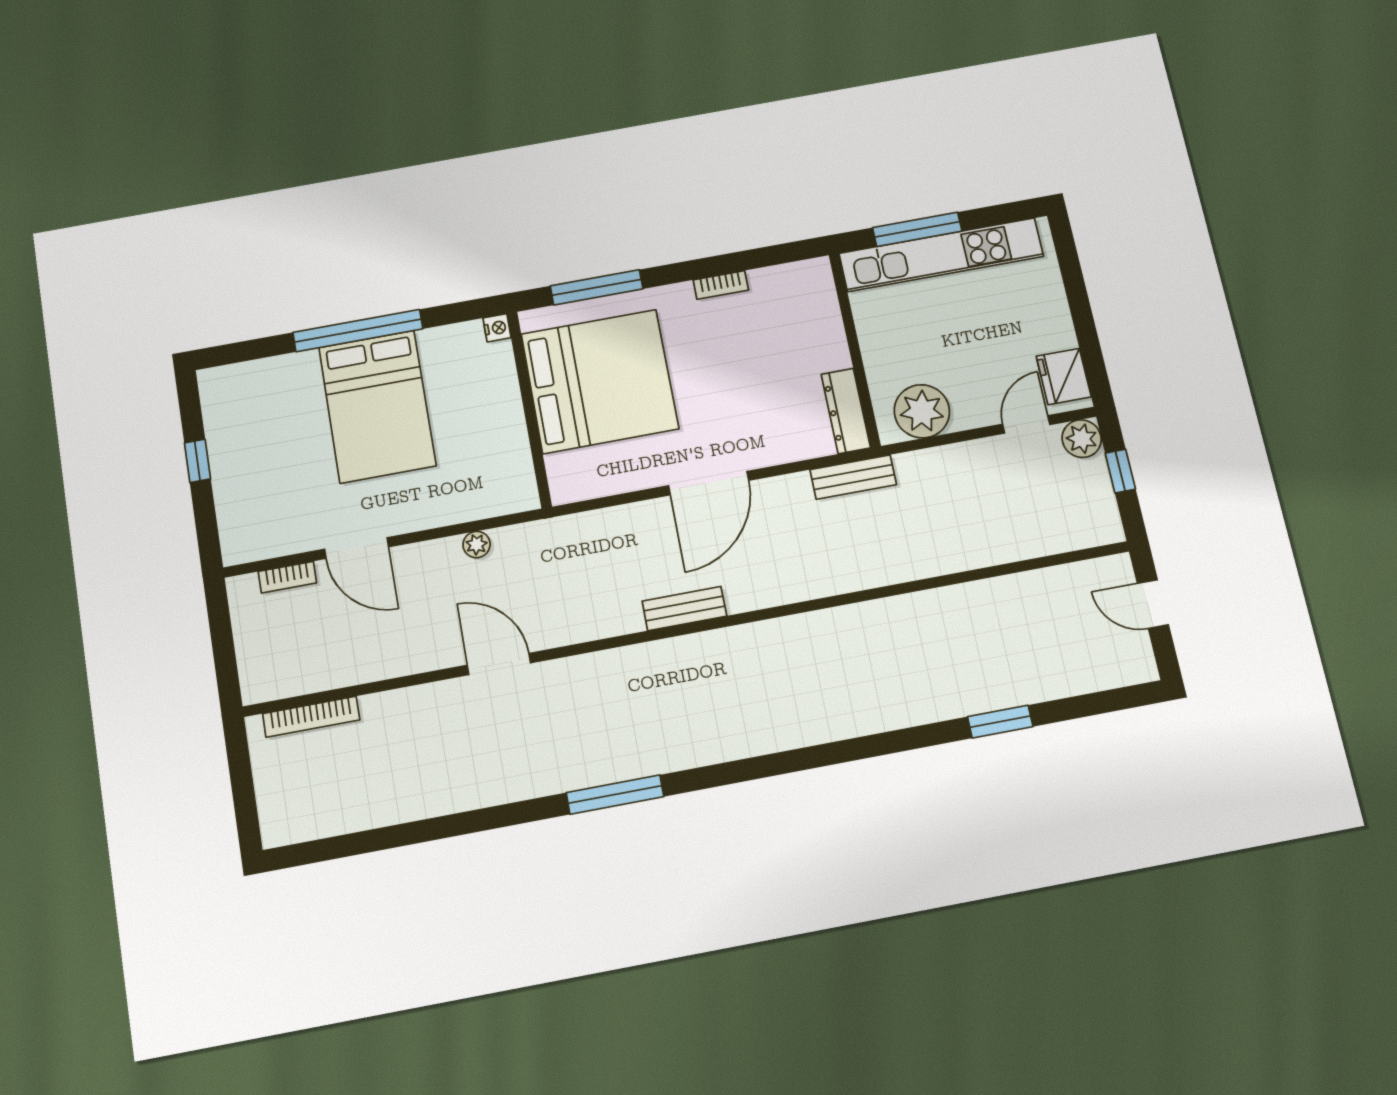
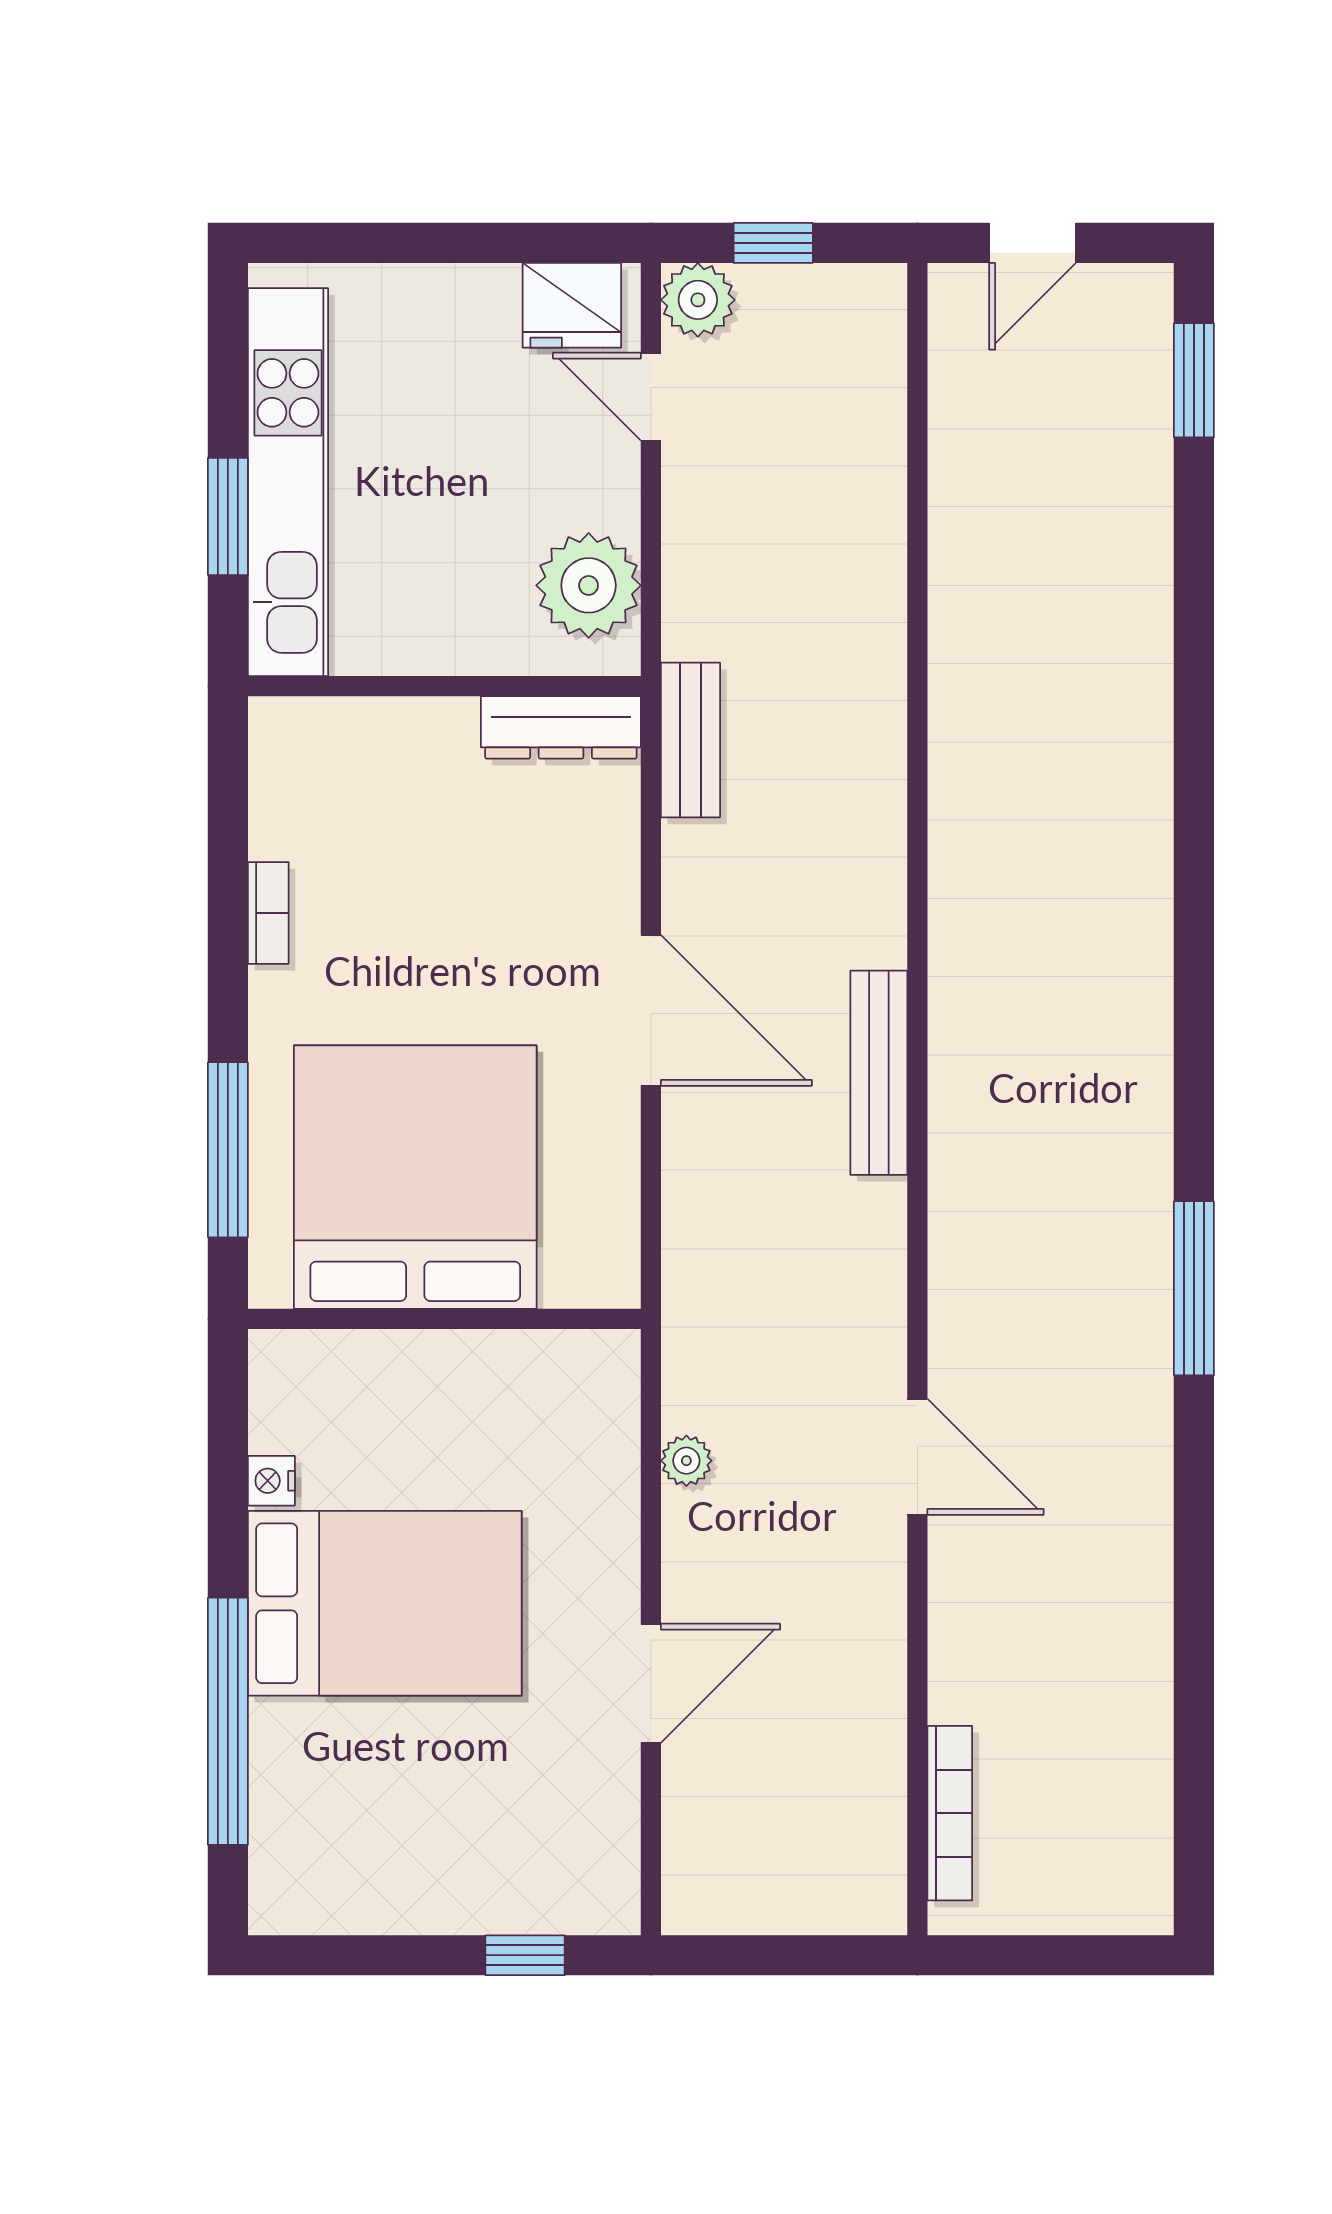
window: (917, 229) -> (228, 517), width x0.69
nightstand: (497, 328) -> (271, 1481), moved, turned -90
window: (358, 331) -> (228, 1721), moved
window: (197, 461) -> (525, 1955), moved
bookcase: (287, 577) -> (682, 1819), removed
bench: (684, 609) -> (879, 1073), width x1.36
door: (499, 664) -> (917, 1457), swing flipped
window: (1000, 722) -> (1194, 380), moved

